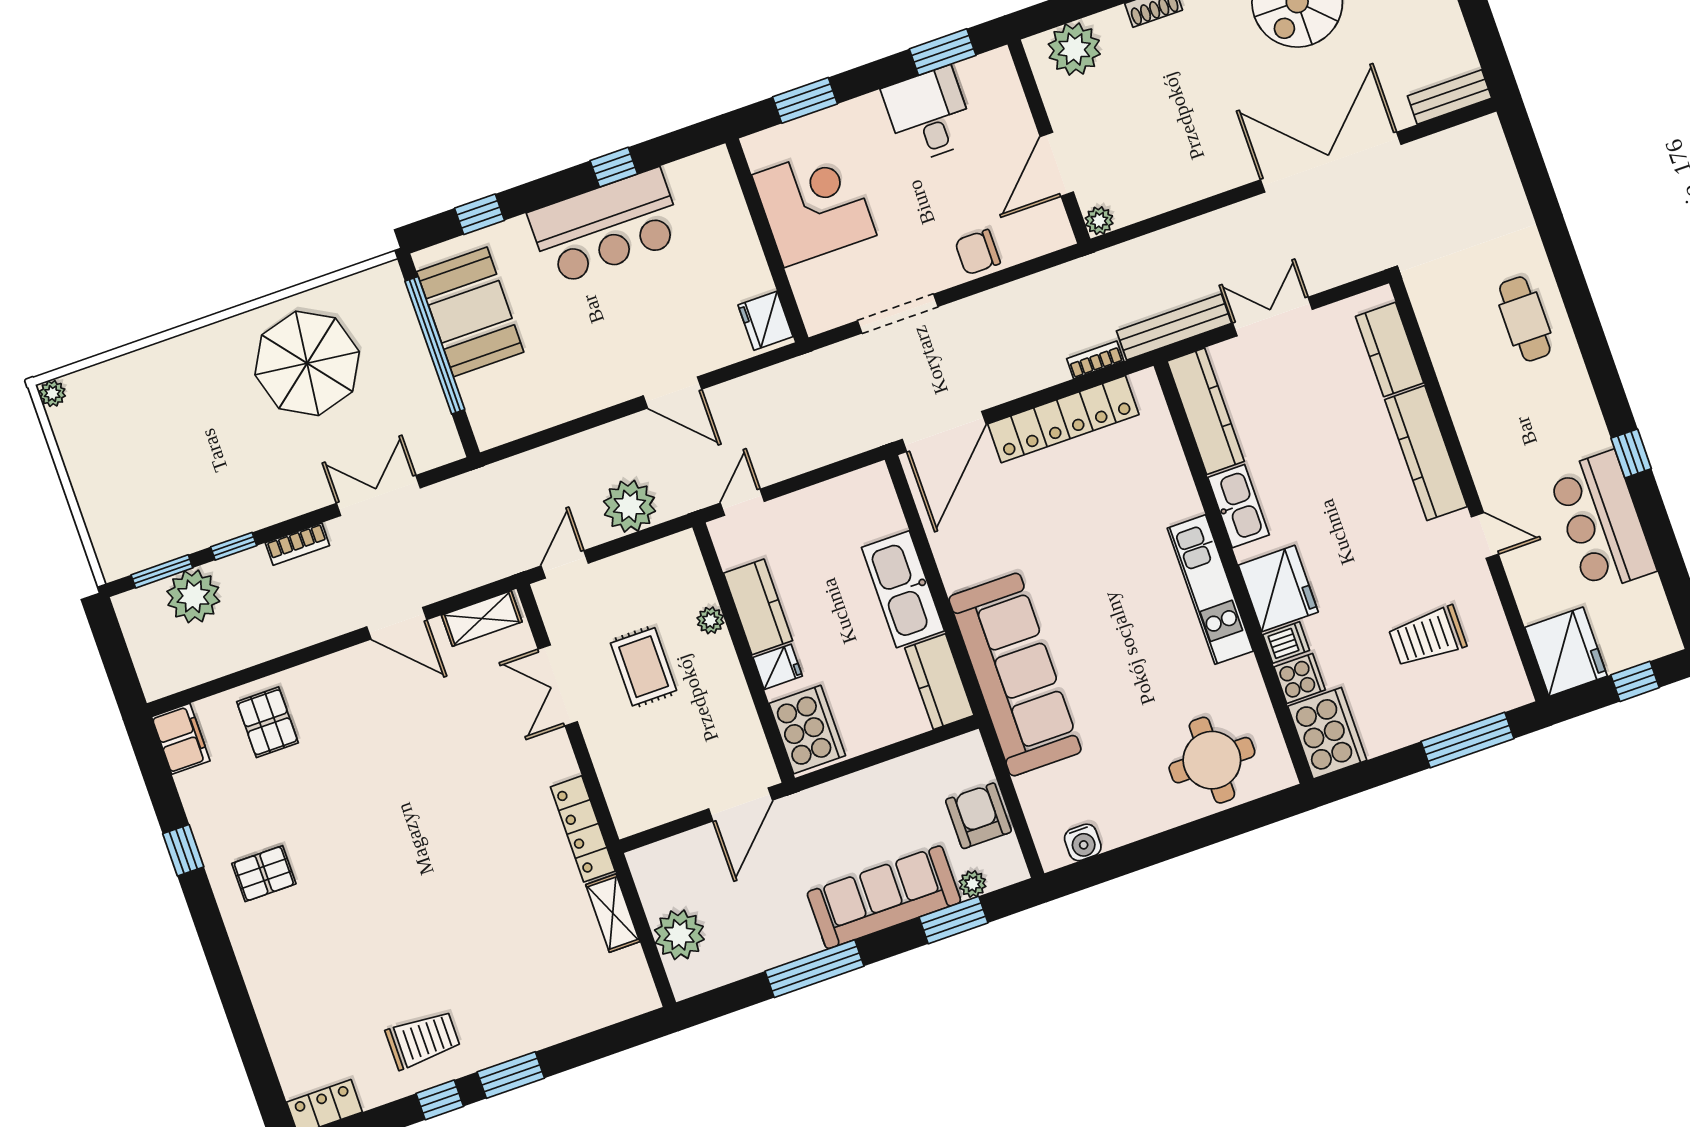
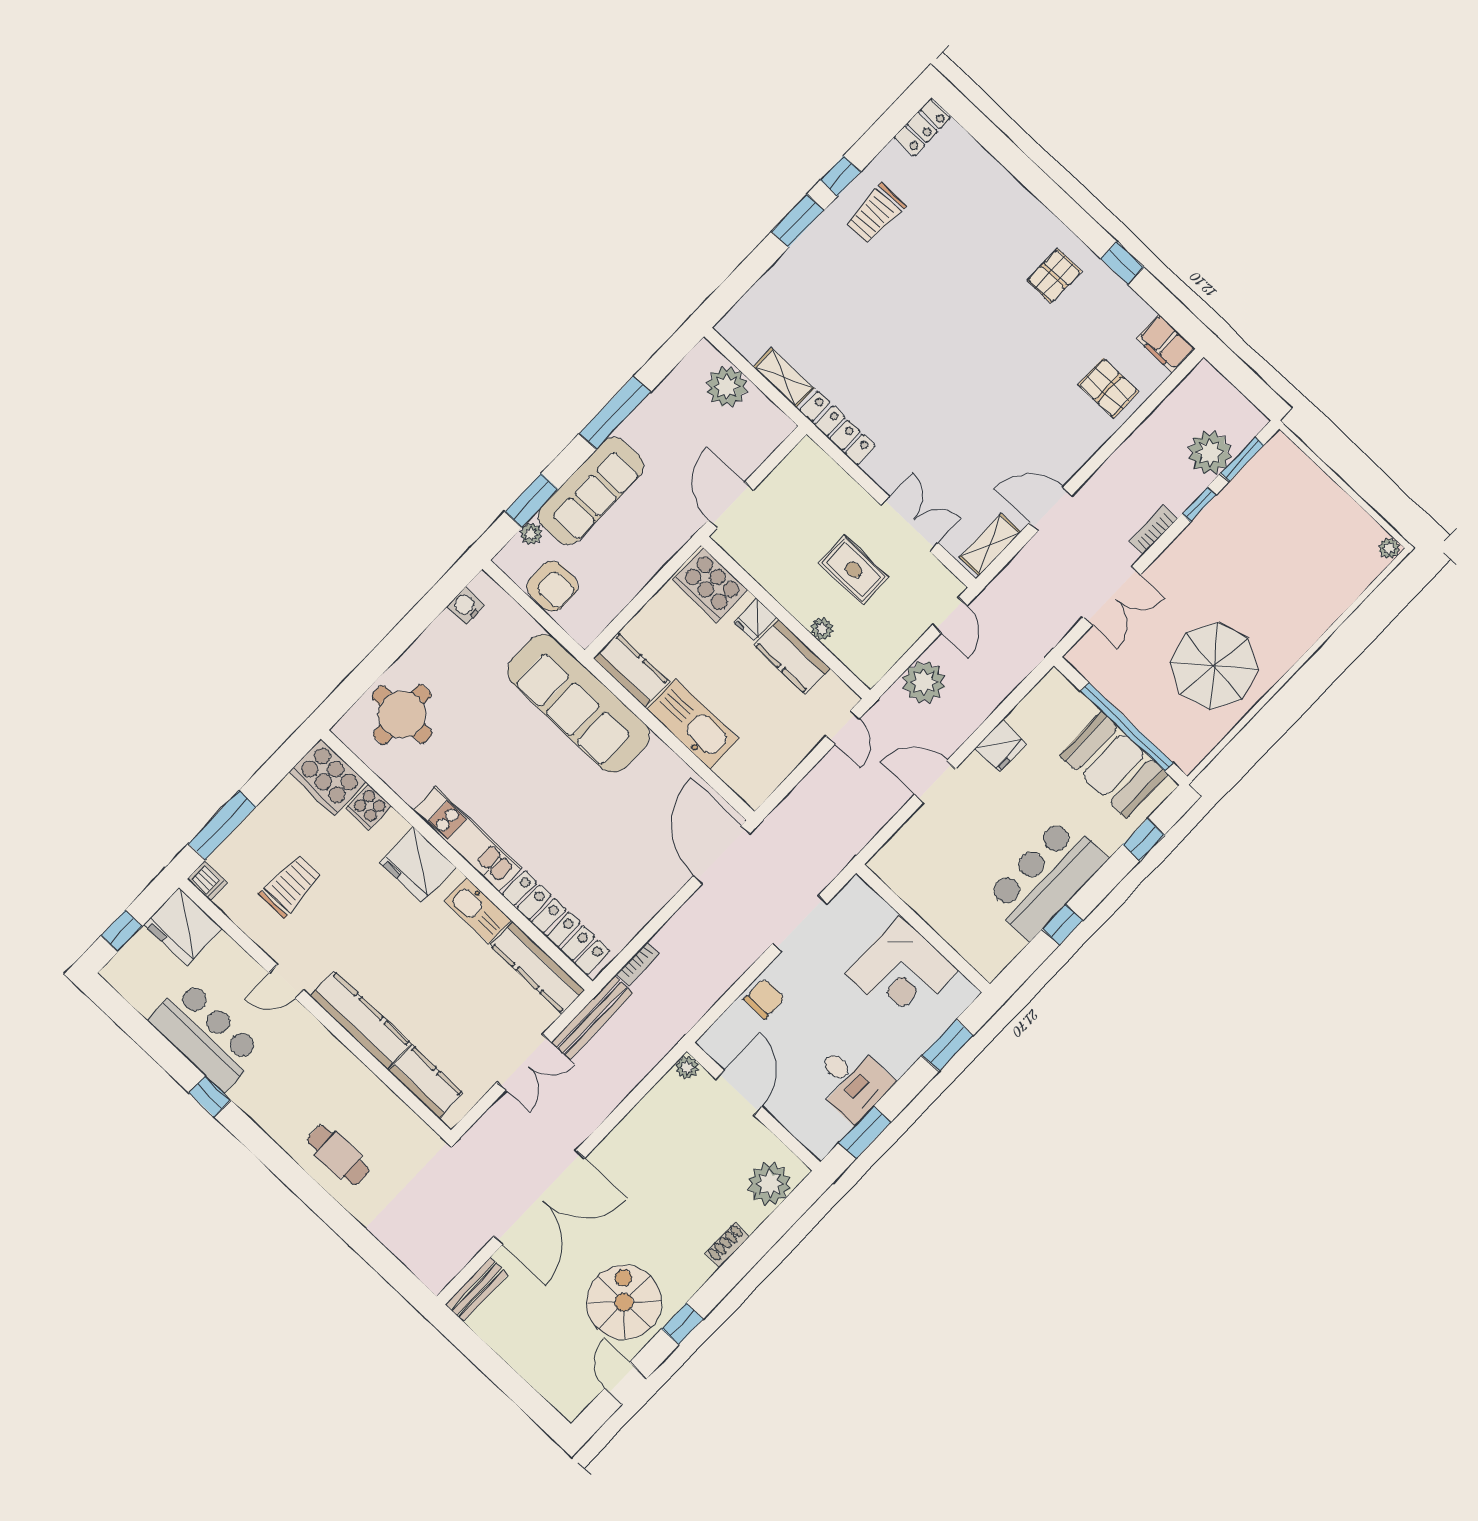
fridge: (766, 321) -> (1001, 746), moved, turned 90
locker: (1063, 419) -> (556, 923), moved, turned 90
dishwasher: (1286, 642) -> (207, 881), moved, turned -90

